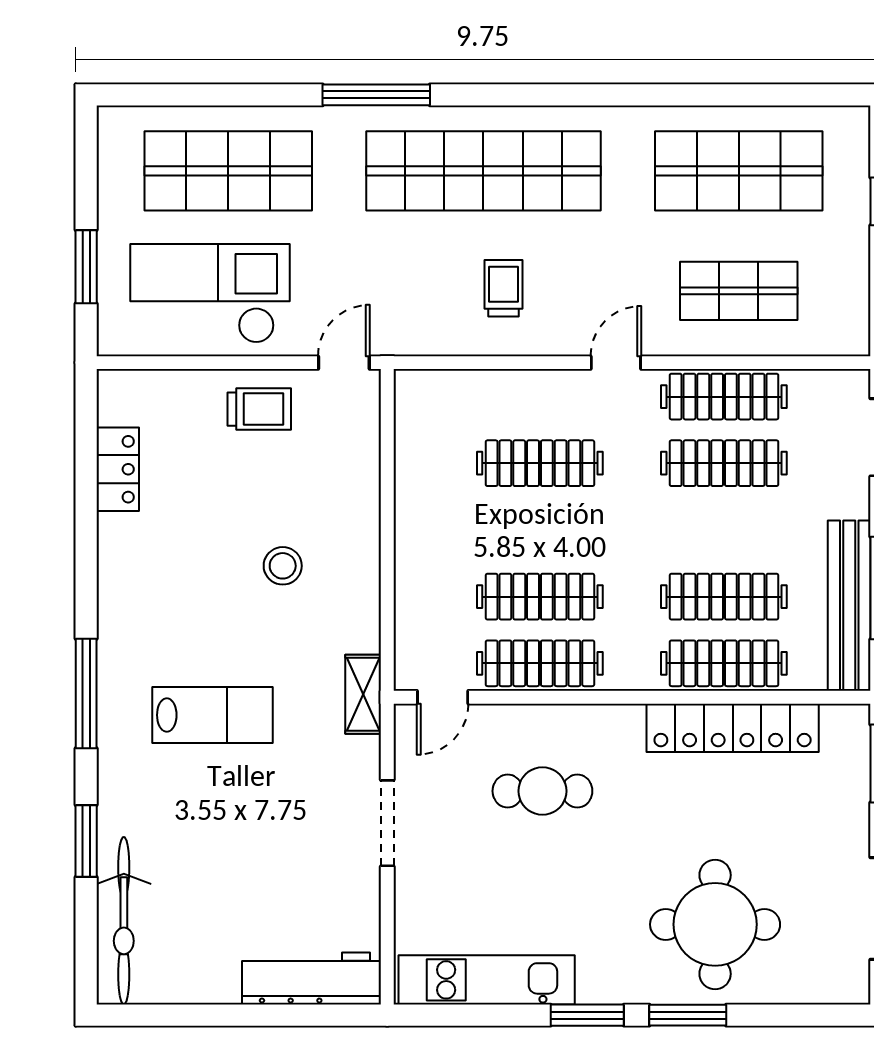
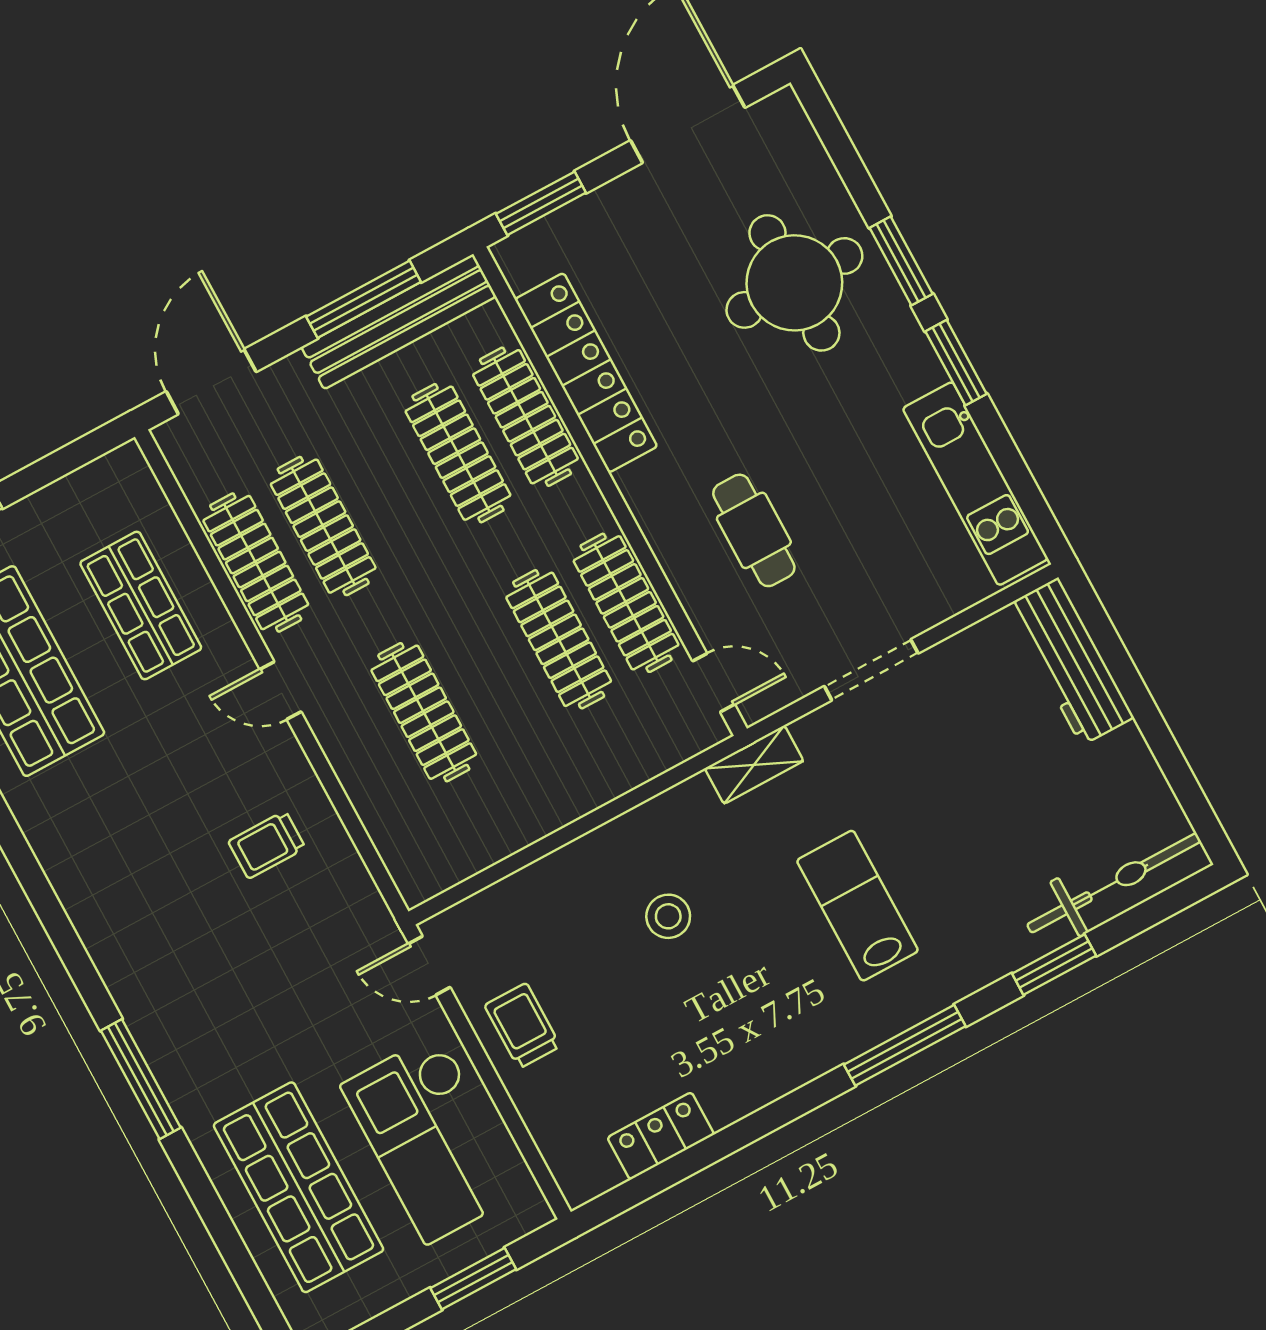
shop shelf: (483, 171) -> (159, 929), removed

